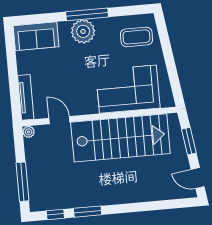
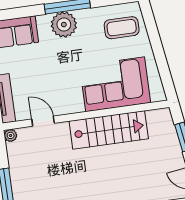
stairs: (120, 138) -> (109, 130), width x0.73, depth x0.66

